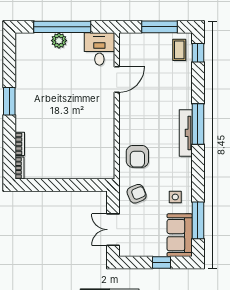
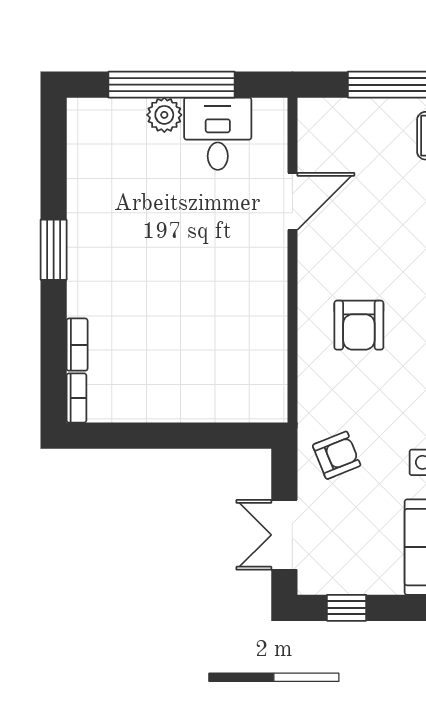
desk: (99, 49) -> (218, 134), moved
armchair: (137, 156) -> (359, 325), moved
window: (162, 262) -> (347, 608), moved

